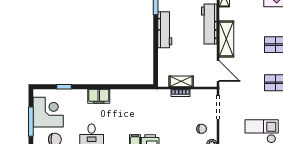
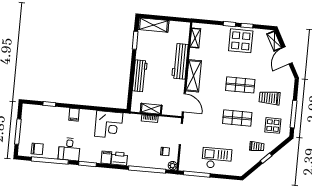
workbench: (165, 30) -> (140, 76), moved
filing cabinet: (99, 96) -> (74, 115), width x0.50
corner desk: (48, 112) -> (109, 125), moved, turned 90

